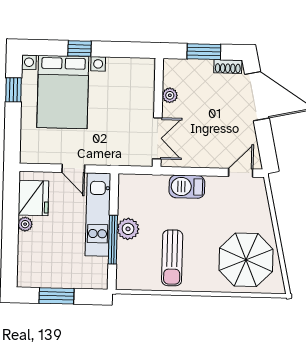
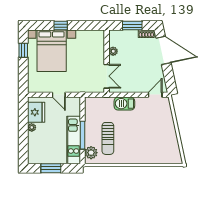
kitchen unit: (98, 215) -> (74, 140), moved
plant: (128, 229) -> (91, 153), moved
sun lounger: (172, 258) -> (108, 138), moved
parasol: (246, 260) -> (159, 145), removed

